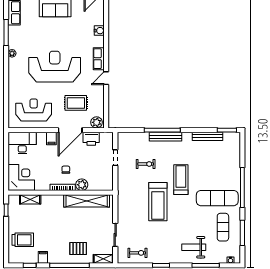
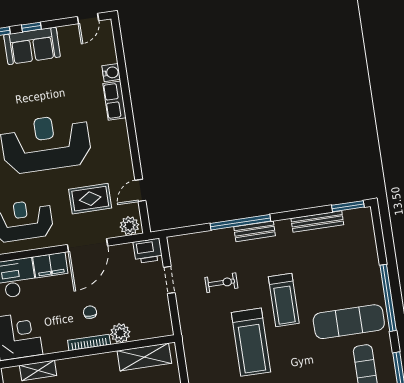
row of seats: (99, 59) -> (115, 101), moved
door: (106, 78) -> (140, 190), moved
bench: (165, 137) -> (255, 231), width x0.73
filing cabinet: (51, 138) -> (50, 265), width x2.00
printer: (91, 139) -> (148, 251), moved
treadmill: (181, 180) -> (284, 300), turned 180
shelving: (87, 201) -> (144, 357), width x0.68

